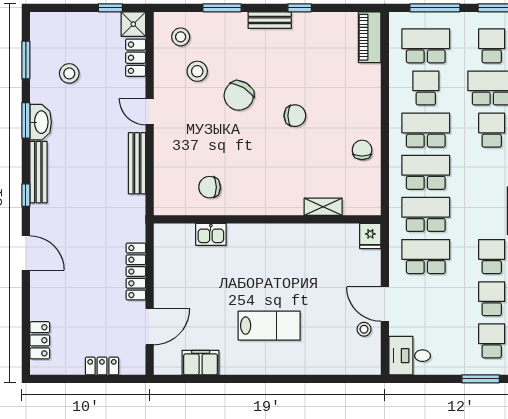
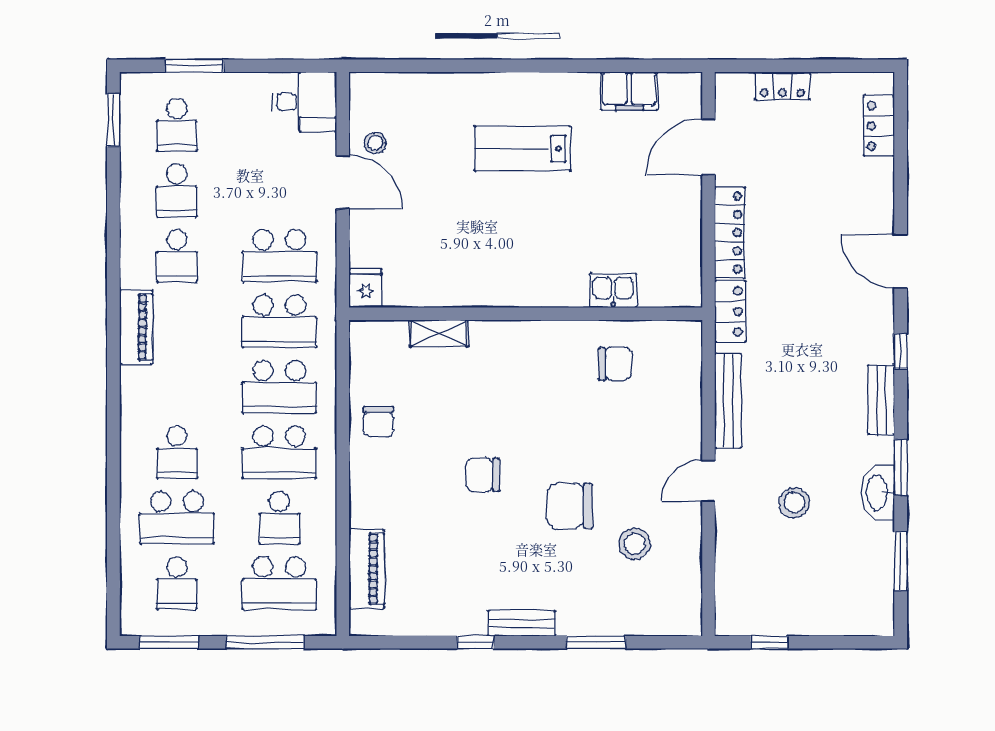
shower: (133, 24) -> (734, 617), removed
stool: (181, 37) -> (660, 597), removed
piano: (370, 37) -> (367, 569), moved
locker: (136, 58) -> (730, 312), moved
stool: (69, 73) -> (794, 503), moved
chair: (239, 96) -> (570, 506), turned -121
door: (150, 112) -> (708, 481), swing flipped
washbasin: (41, 122) -> (878, 493), moved
bench: (38, 172) -> (881, 400), width x0.73

